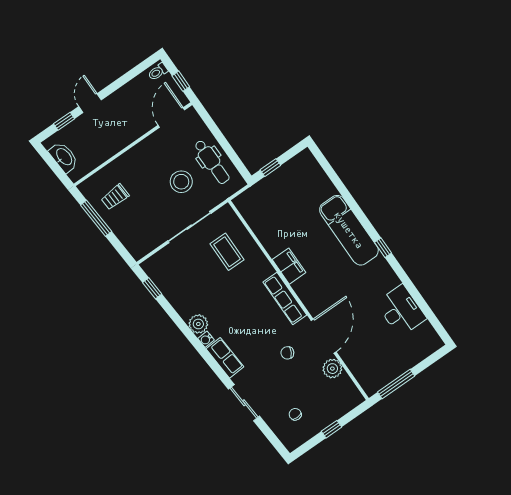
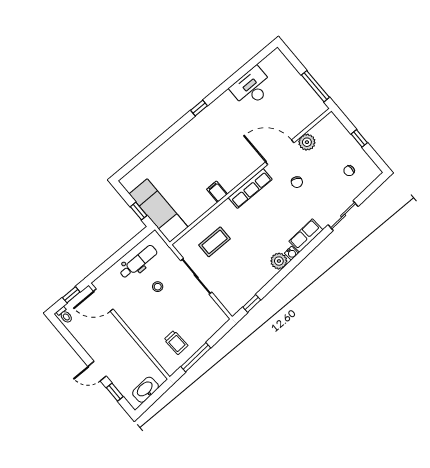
stool: (181, 182) -> (158, 287), width x0.53, depth x0.53
exam couch: (349, 230) -> (158, 211), moved, turned -90
filing cabinet: (289, 266) -> (217, 192), width x0.50

